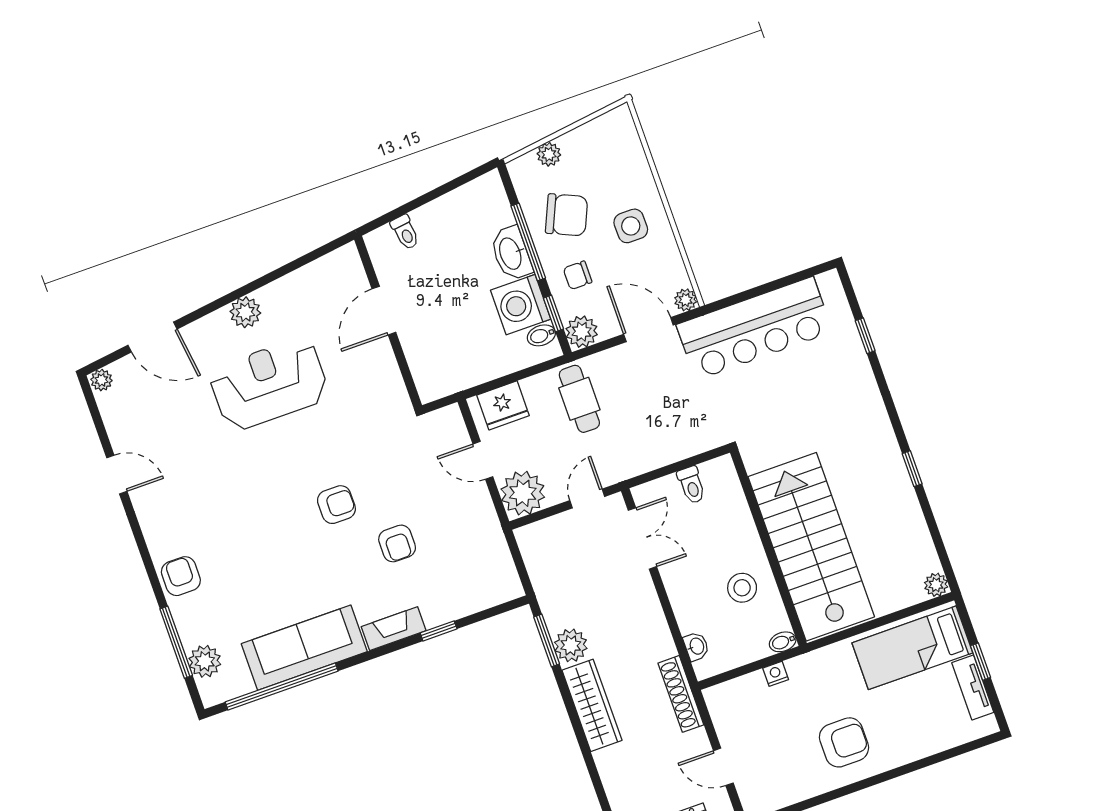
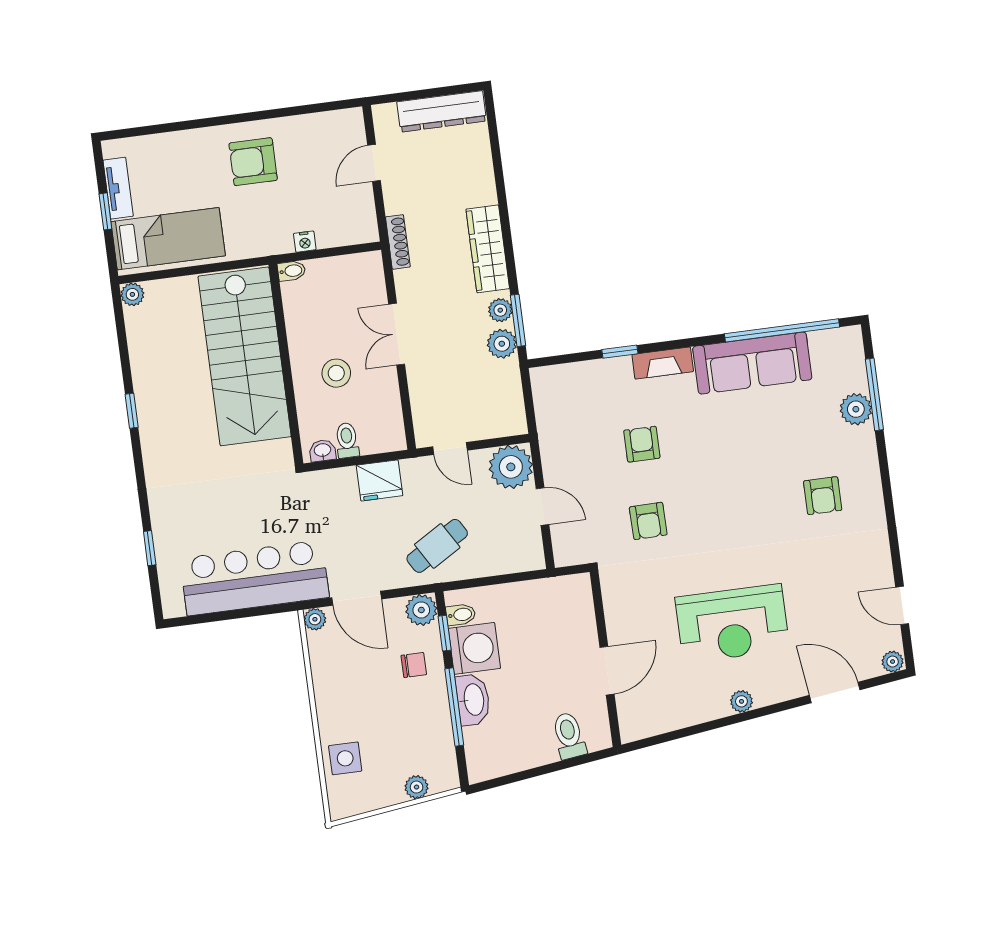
chair: (566, 215) -> (412, 725), removed
side table: (631, 226) -> (345, 758), moved
toilet: (405, 232) -> (569, 736), width x1.37, depth x1.39
plant: (245, 312) -> (741, 701), width x0.73, depth x0.73
cafe table: (579, 399) -> (437, 546), turned 59
fridge: (503, 405) -> (379, 480), moved, turned 180
door: (117, 475) -> (902, 605), moved
door: (587, 499) -> (450, 448), hinge flipped
armchair: (336, 505) -> (648, 521), moved, turned -91
double door: (642, 538) -> (397, 334), moved
armchair: (181, 576) -> (823, 496), moved
stool: (742, 588) -> (336, 373), moved
plant: (558, 614) -> (502, 344), added
plant: (571, 645) -> (500, 310), width x0.73, depth x0.73
washbasin: (696, 646) -> (323, 451), moved, turned 90
plant: (205, 661) -> (856, 409), moved
shoe rack: (681, 694) -> (398, 242), width x0.74, depth x0.81
door: (723, 767) -> (374, 163), swing flipped

